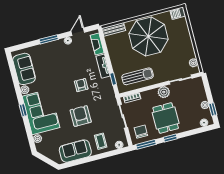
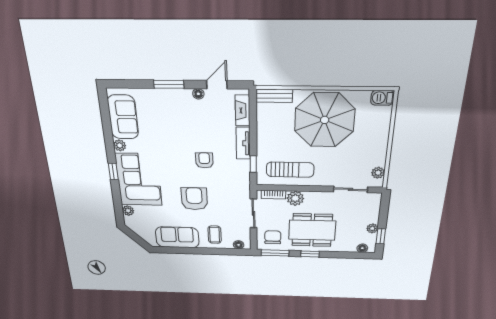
plant: (164, 92) -> (295, 198), moved
dining table: (166, 118) -> (312, 230), width x1.38

